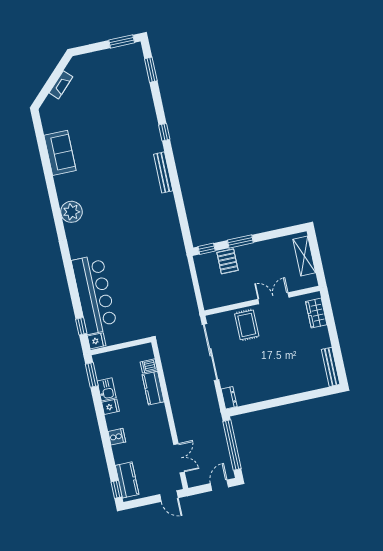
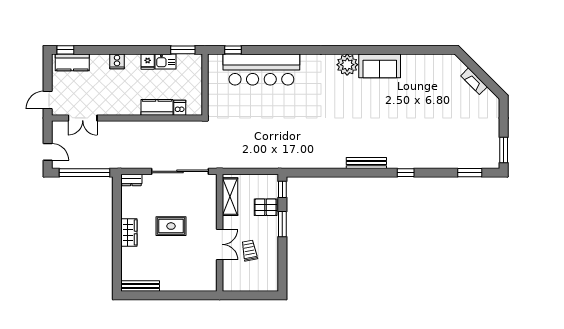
sofa: (60, 153) -> (380, 66), moved
shelving: (304, 256) -> (230, 197), moved, turned 90
trolley: (273, 268) -> (249, 251), added
wardrobe: (316, 313) -> (129, 232), moved, turned 90
rug: (247, 325) -> (171, 226), moved
fridge: (97, 341) -> (215, 62), removed

